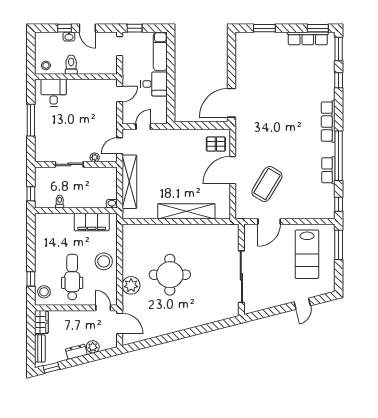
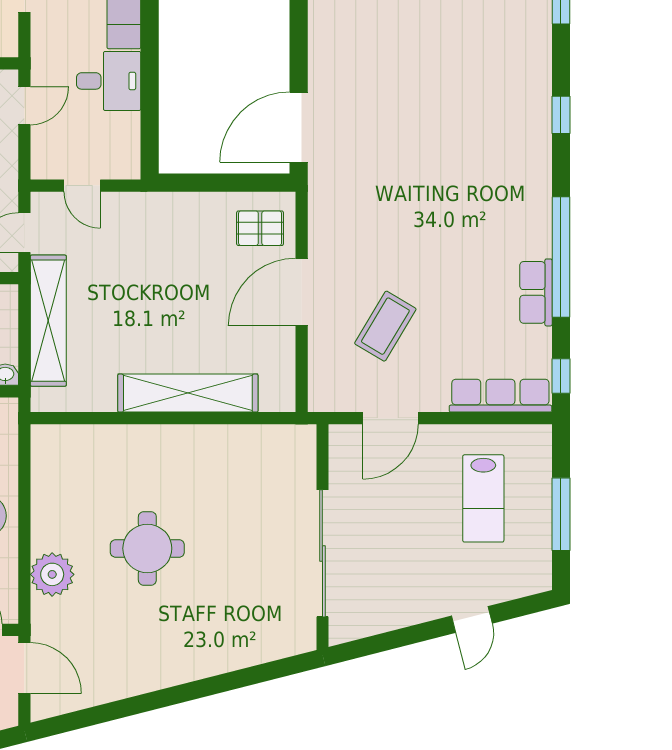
window: (339, 80) -> (561, 115), moved
row of seats: (328, 122) -> (500, 396), moved, turned 90
door: (143, 127) -> (82, 186), swing flipped
coffee table: (267, 184) -> (385, 326), width x0.73, depth x0.76
window: (339, 245) -> (561, 514), moved
lab bench: (307, 254) -> (483, 498), width x0.73, depth x0.72
round table: (170, 275) -> (147, 548), width x0.73, depth x0.73

